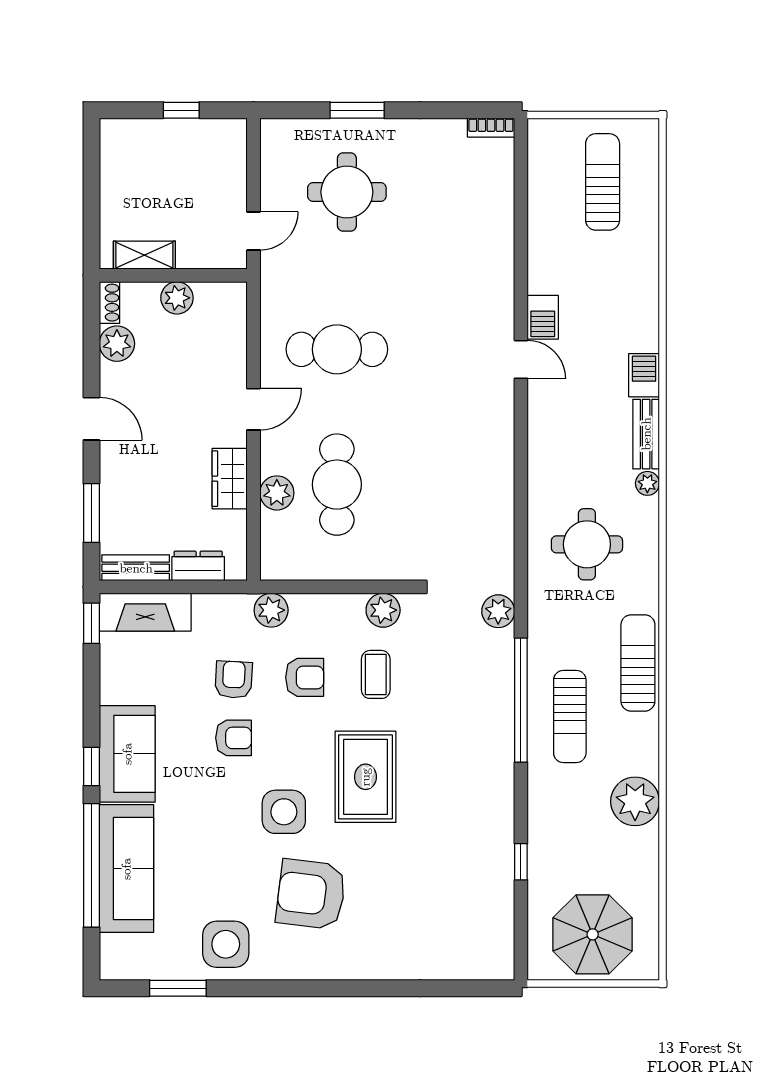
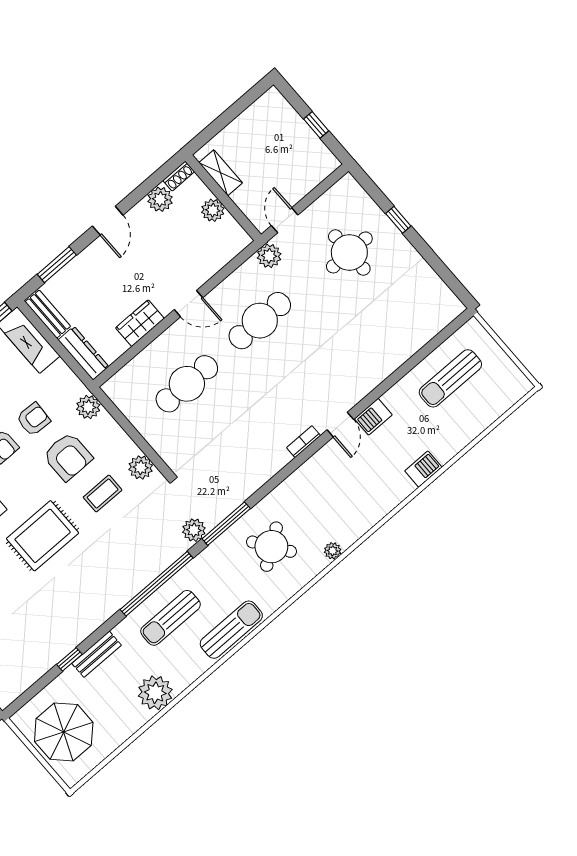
window: (357, 110) -> (398, 220), width x0.67
bookcase: (491, 128) -> (304, 442), moved, turned 90
sun lounger: (603, 182) -> (450, 378), moved, turned 180
door: (253, 231) -> (285, 220), swing flipped
cafe table: (337, 349) -> (260, 321), turned 90
barbecue: (644, 375) -> (423, 469), moved
bench: (646, 434) -> (97, 654), moved
plant: (277, 493) -> (269, 256), moved
round table: (587, 544) -> (271, 547), turned -35
dresser: (198, 566) -> (83, 353), width x1.44
window: (521, 571) -> (226, 524), added
armchair: (305, 677) -> (68, 457), width x1.38, depth x1.38

